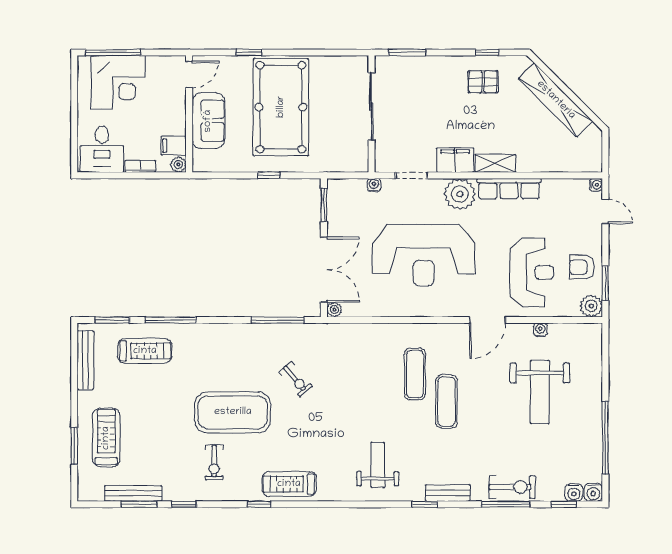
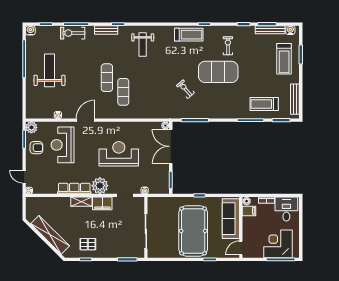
sofa: (208, 121) -> (231, 219), width x1.36
reception desk: (424, 255) -> (119, 154), width x0.74, depth x0.77
weight bench: (540, 392) -> (49, 70), moved
water cooler: (574, 493) -> (290, 30), moved

